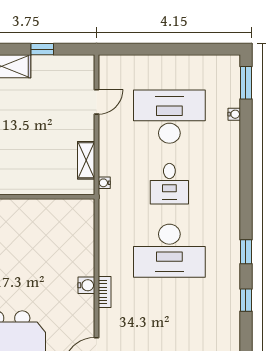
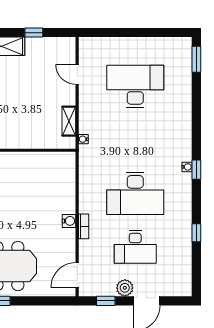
door: (97, 102) -> (77, 75), swing flipped
water cooler: (234, 114) -> (187, 167), moved
desk: (169, 184) -> (135, 247), moved, width x1.37
window: (246, 252) -> (196, 170), moved

